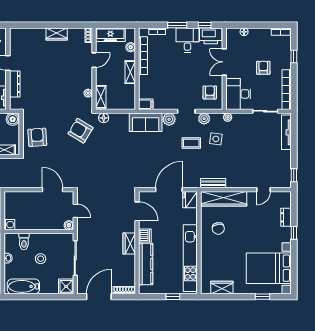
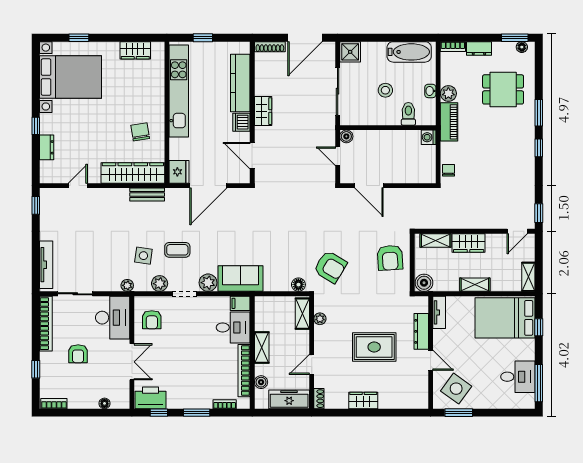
desk: (187, 40) -> (233, 327), moved, turned -90
rug: (49, 73) -> (374, 347), added

